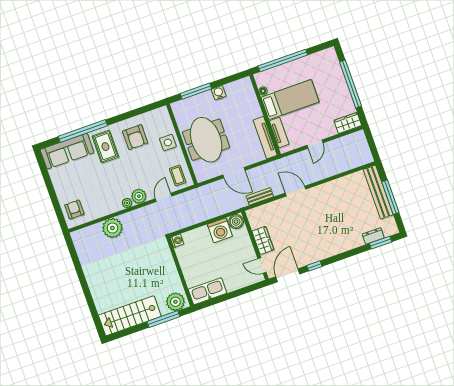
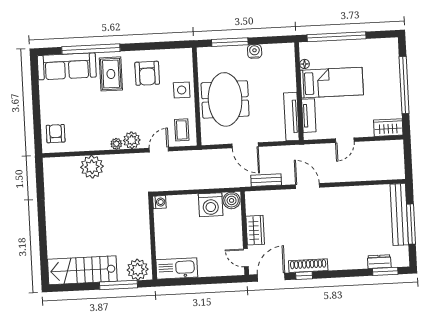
shoe rack: (315, 257) -> (308, 266), added

